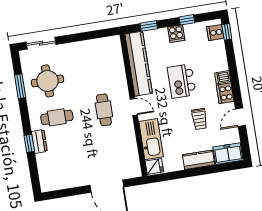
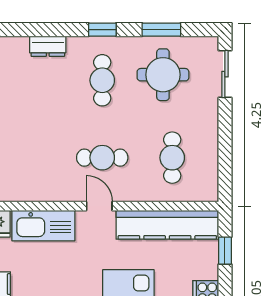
cafe table: (97, 67) -> (172, 158), added
door: (134, 107) -> (99, 206), swing flipped
dresser: (39, 141) -> (48, 46), moved
window: (29, 143) -> (102, 30), moved

